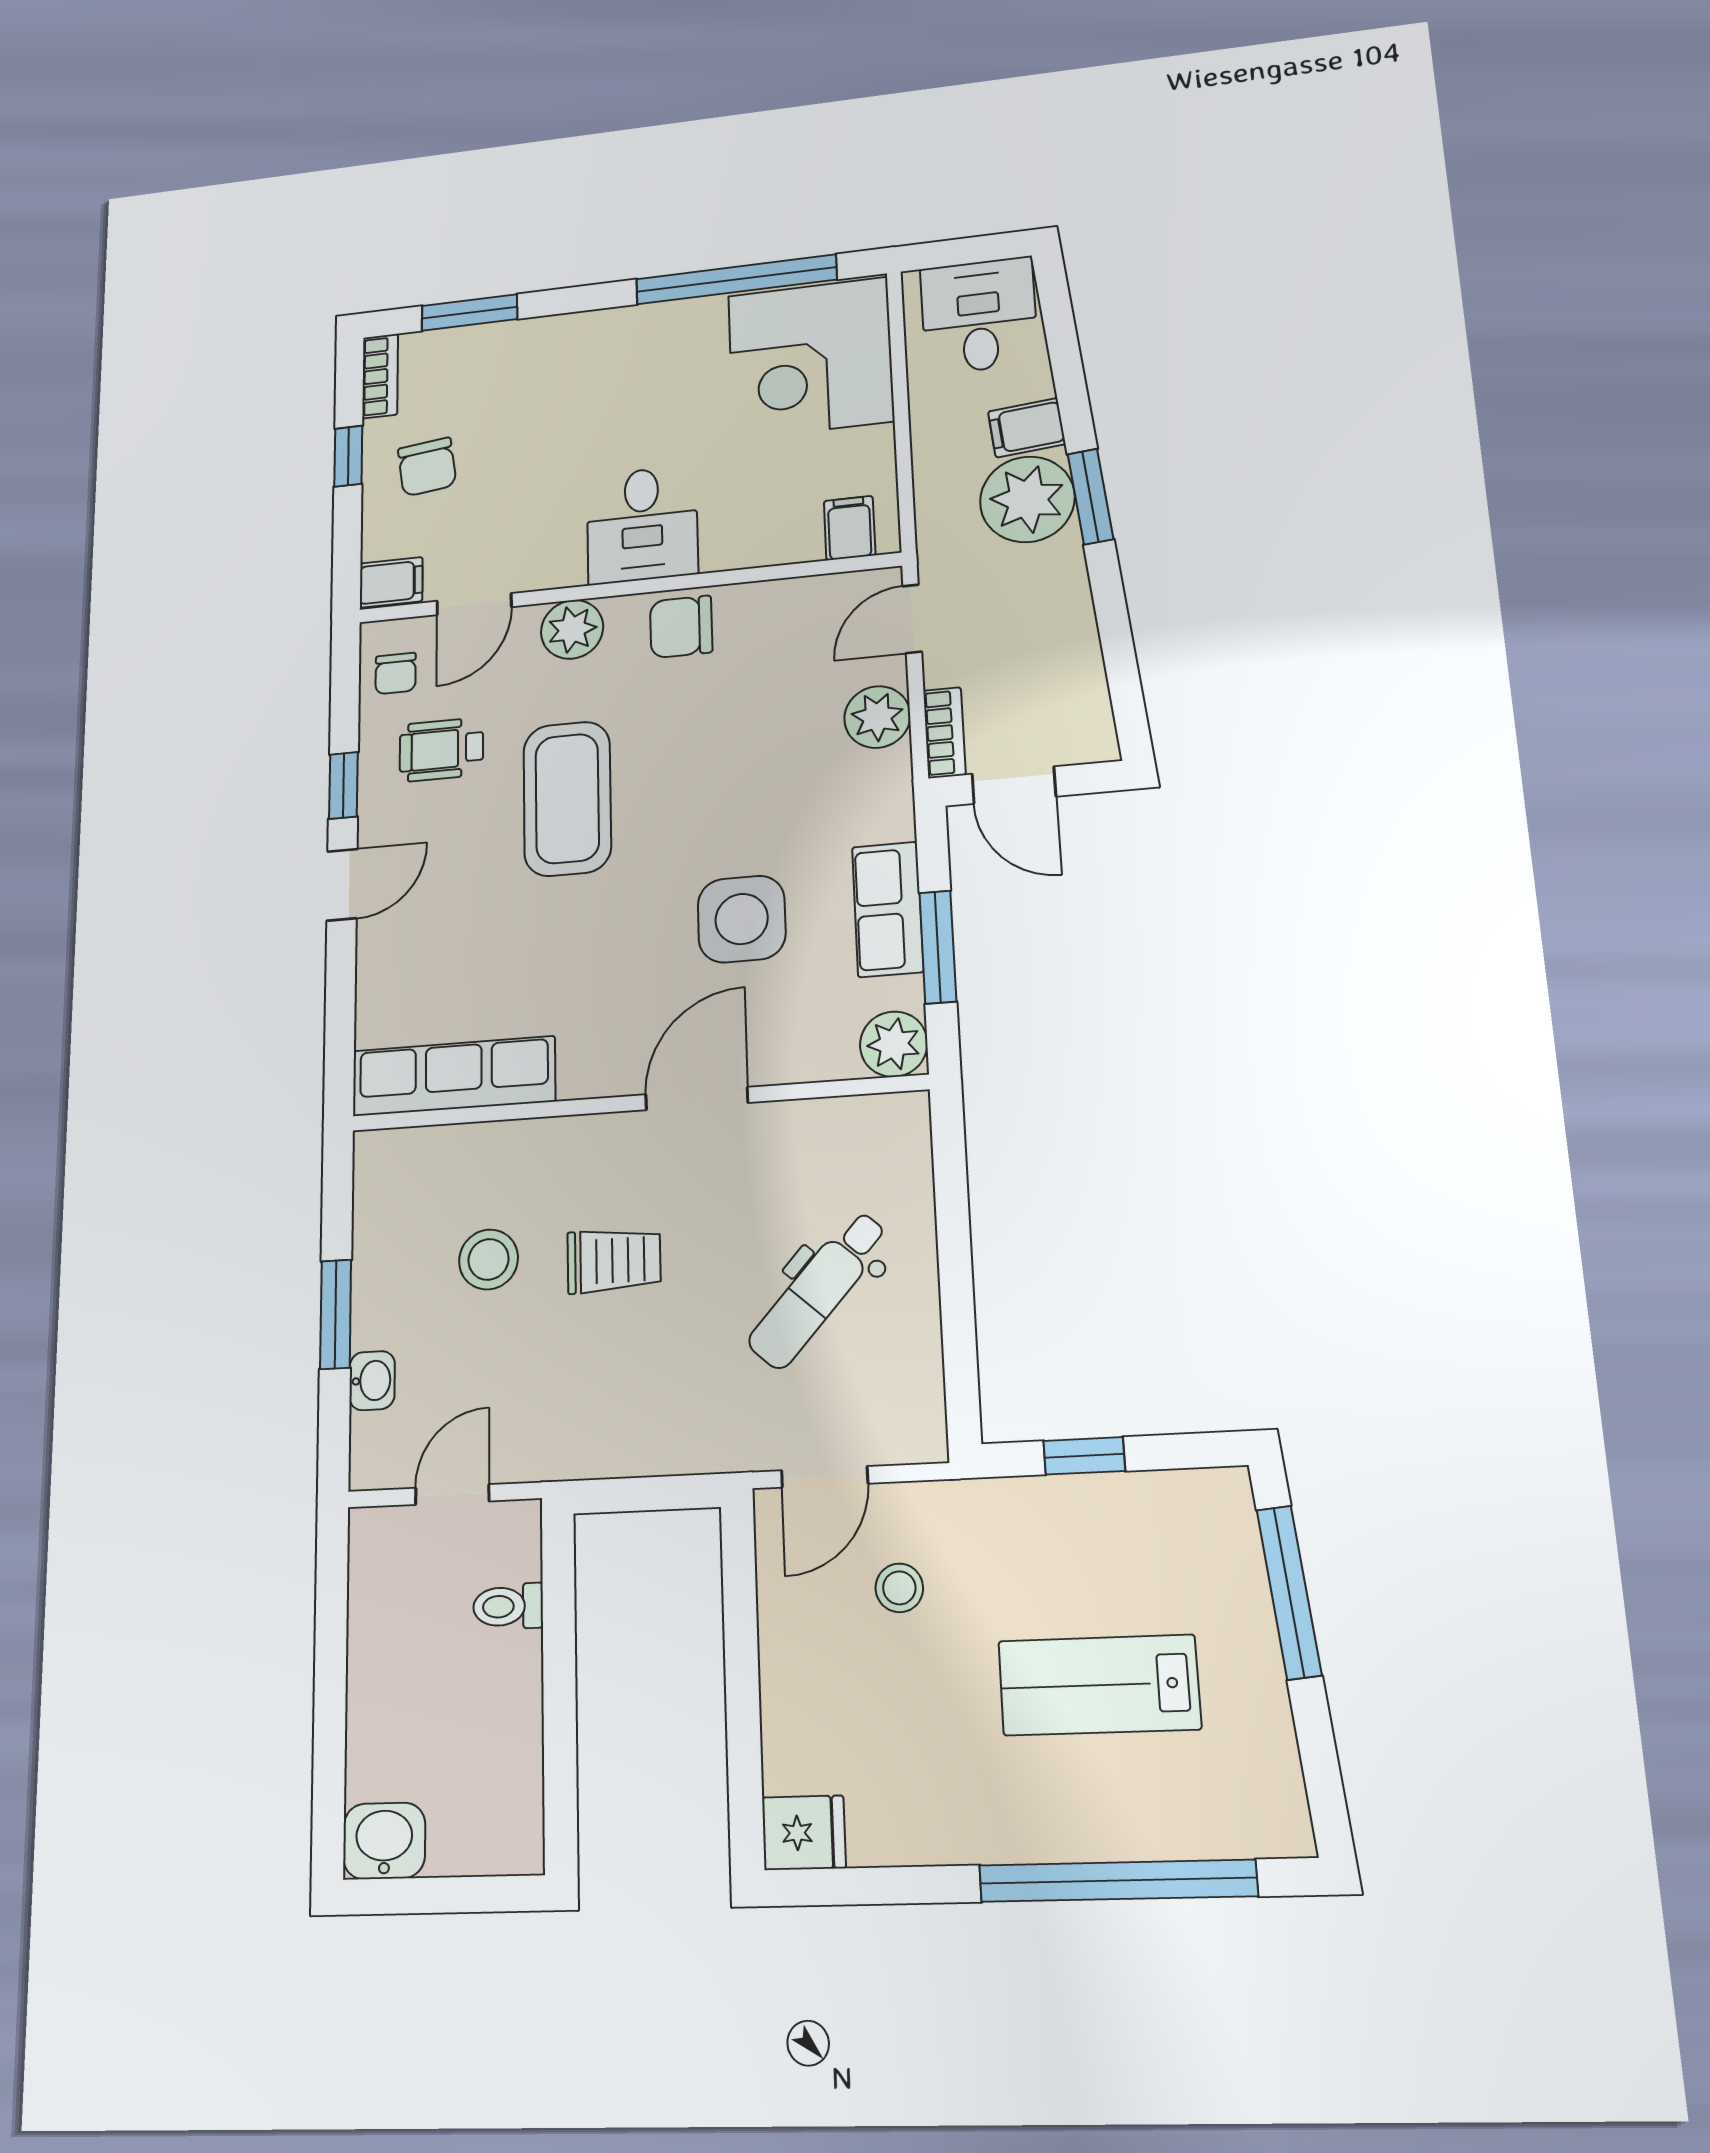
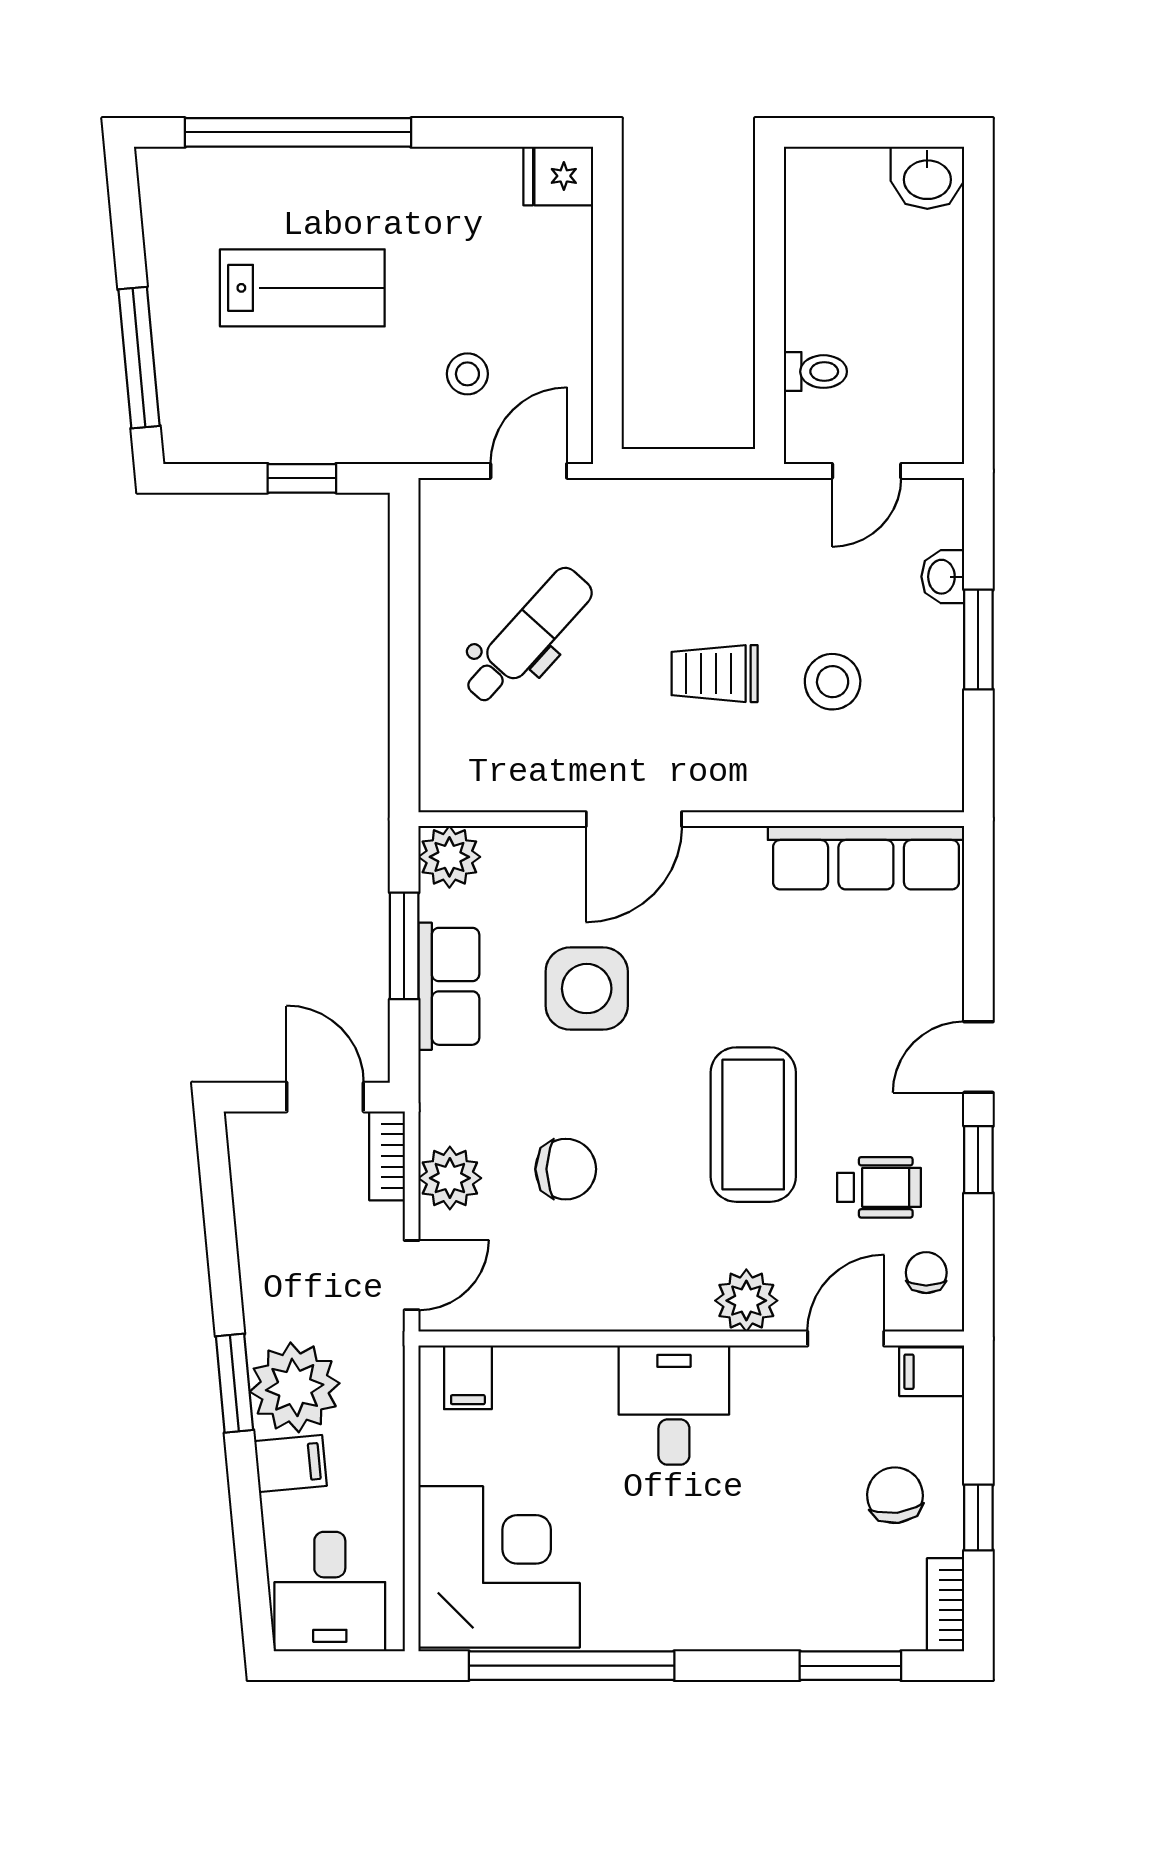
chair: (681, 627) -> (566, 1169), moved

